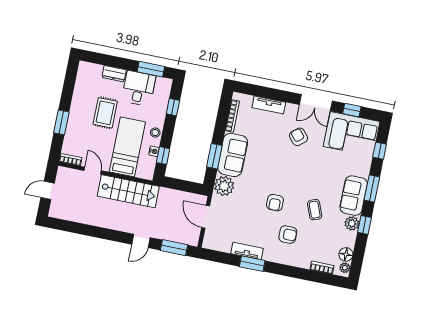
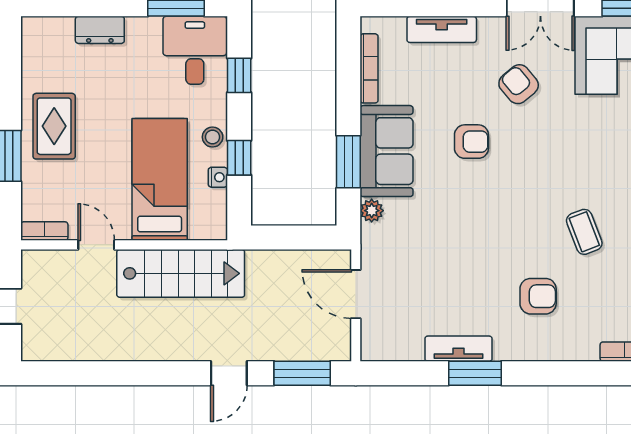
desk: (139, 88) -> (195, 50), moved
rug: (105, 113) -> (54, 126), moved
window: (163, 156) -> (239, 158), moved
plant: (224, 186) -> (372, 211), width x0.53, depth x0.53
armchair: (275, 203) -> (471, 142), moved, turned -90

